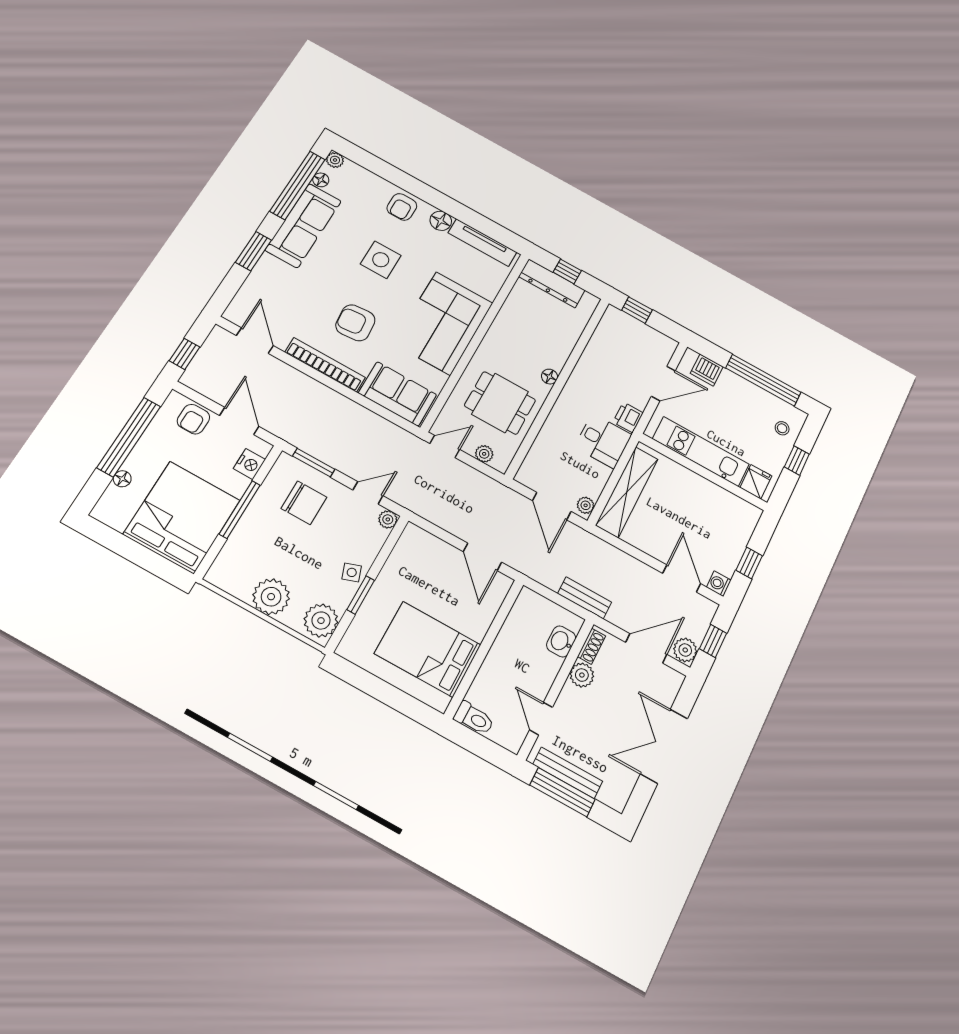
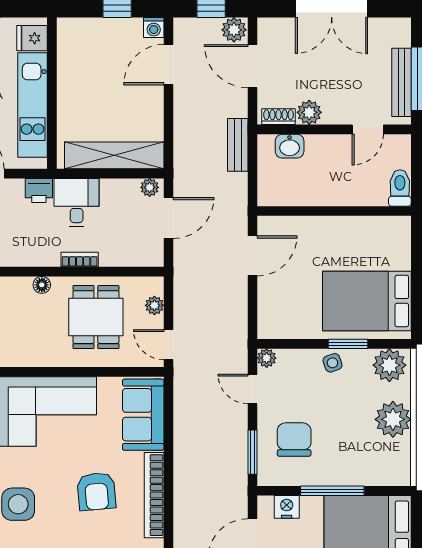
bookcase: (555, 417) -> (80, 259), added
bed: (428, 649) -> (367, 301), moved, turned 90

